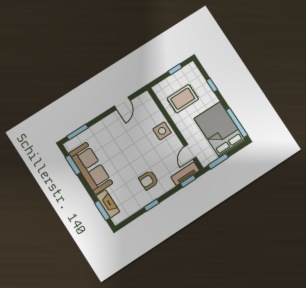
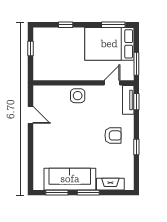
rug: (183, 99) -> (61, 59), removed
window: (237, 123) -> (113, 25), width x0.69
window: (77, 132) -> (30, 170), removed
door: (190, 152) -> (112, 83), swing flipped
armchair: (149, 180) -> (113, 135), turned -90
window: (102, 210) -> (88, 193), moved

